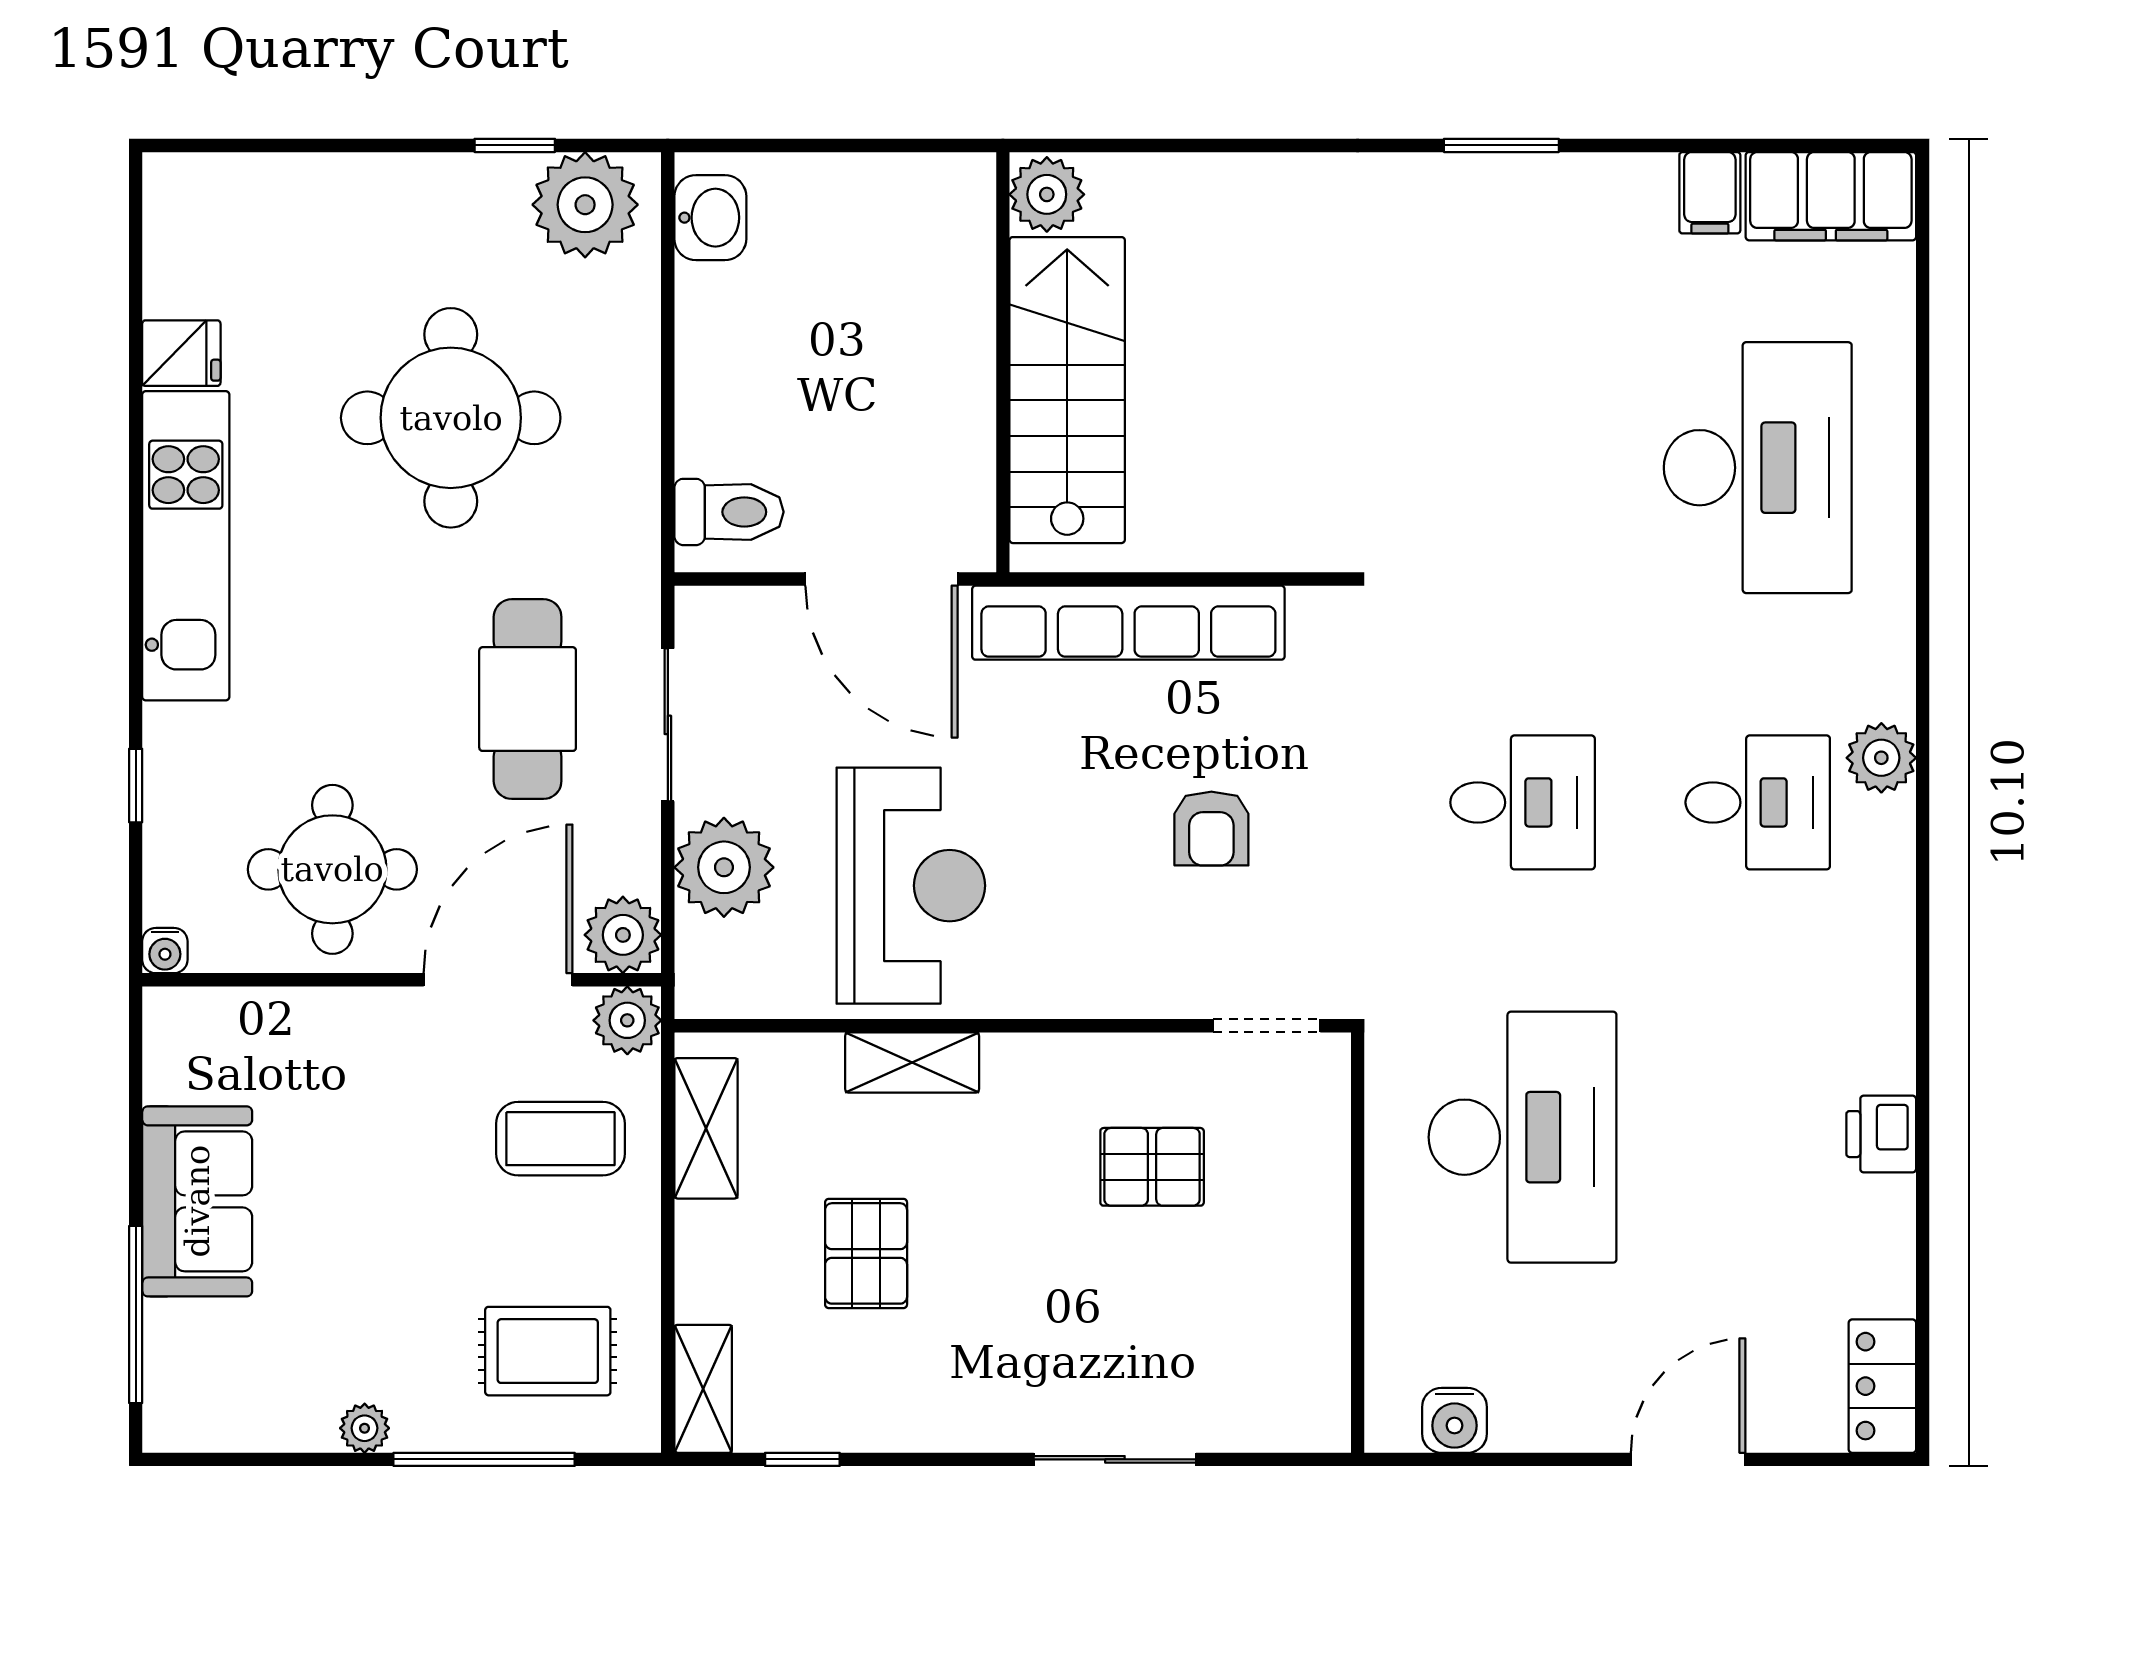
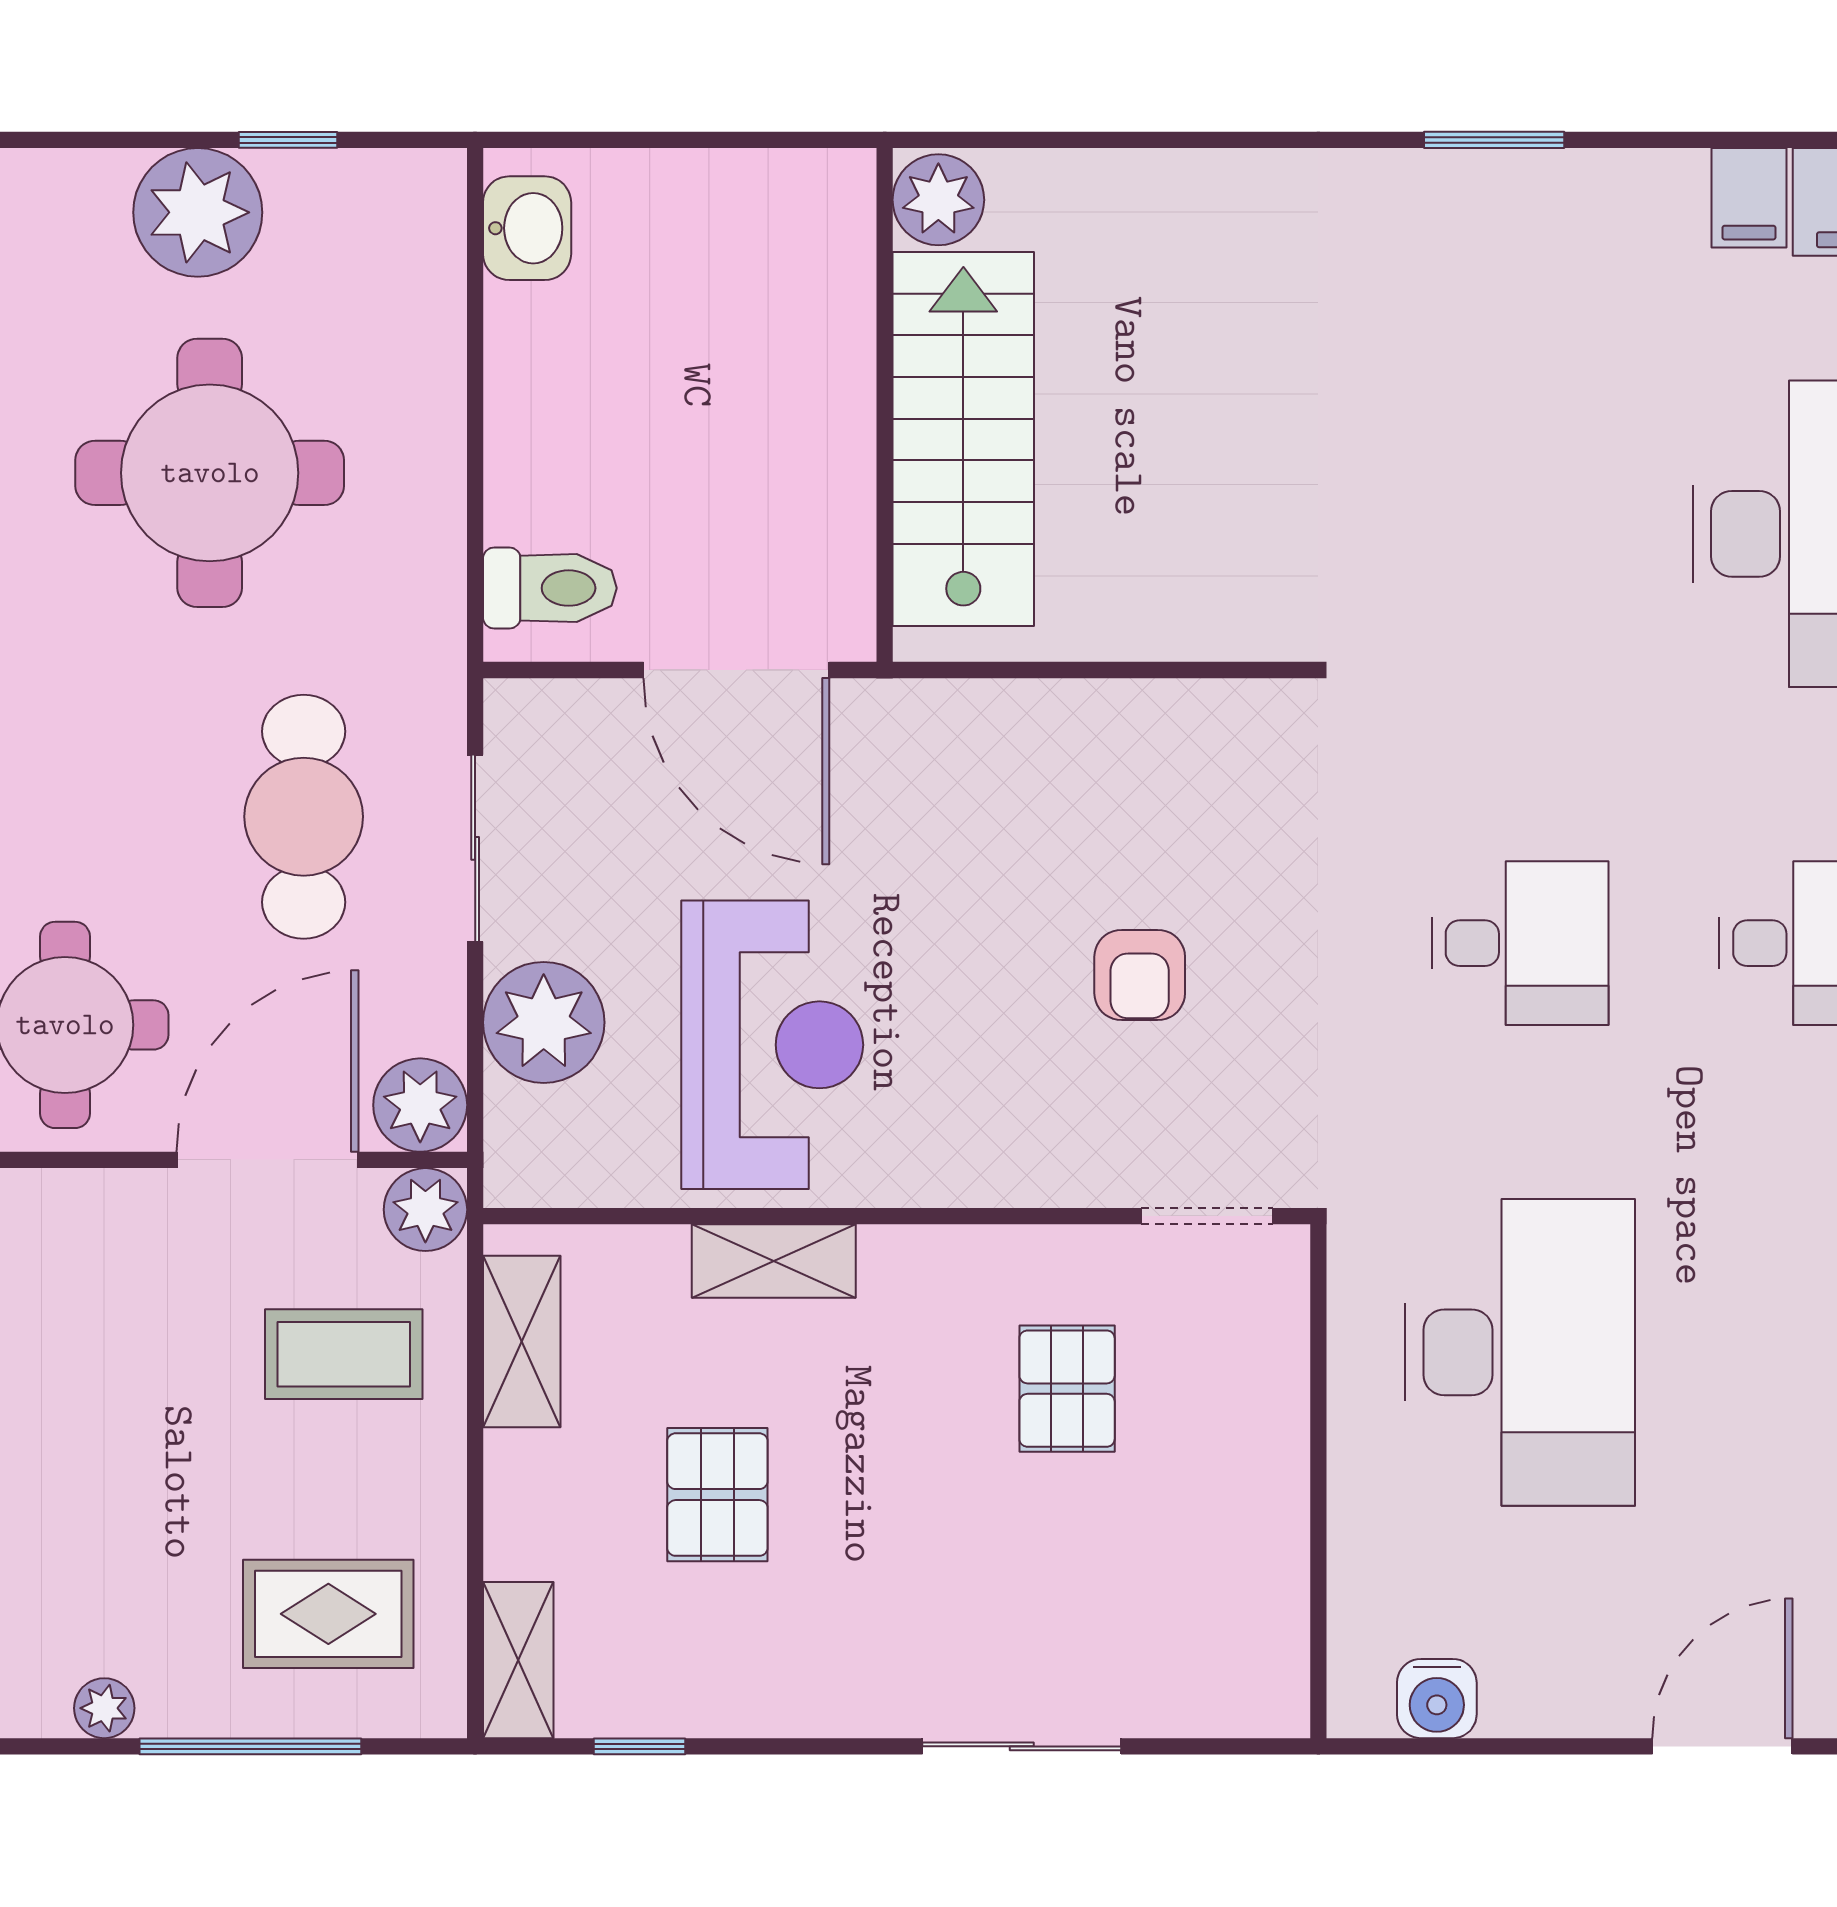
plant: (585, 205) -> (198, 212), moved
row of seats: (1128, 623) -> (1038, 723), removed
pallet: (1152, 1167) -> (1067, 1389), turned 90

